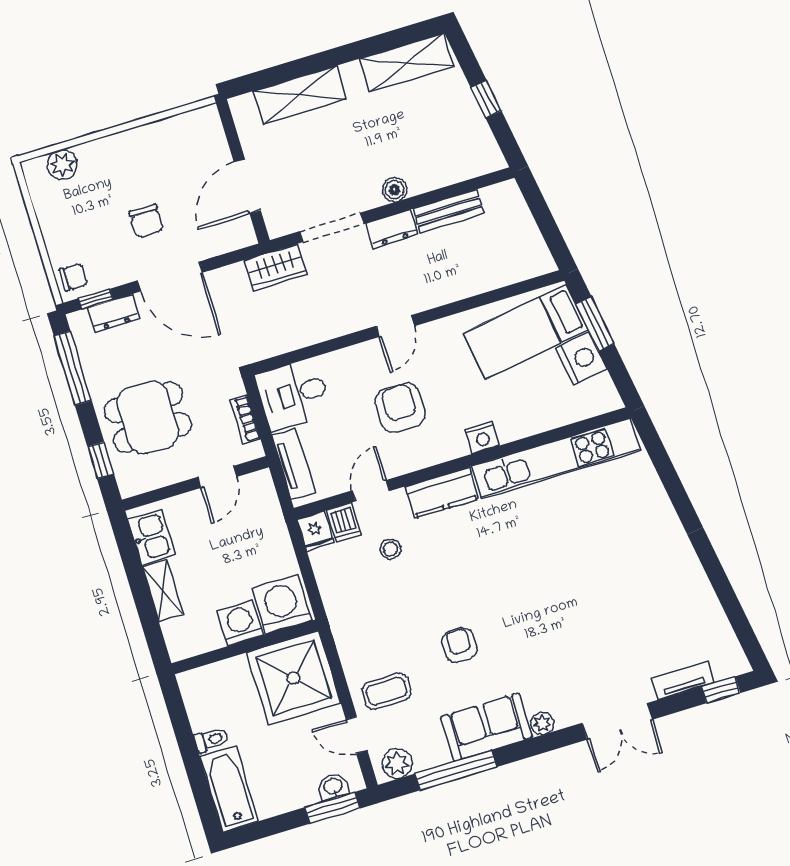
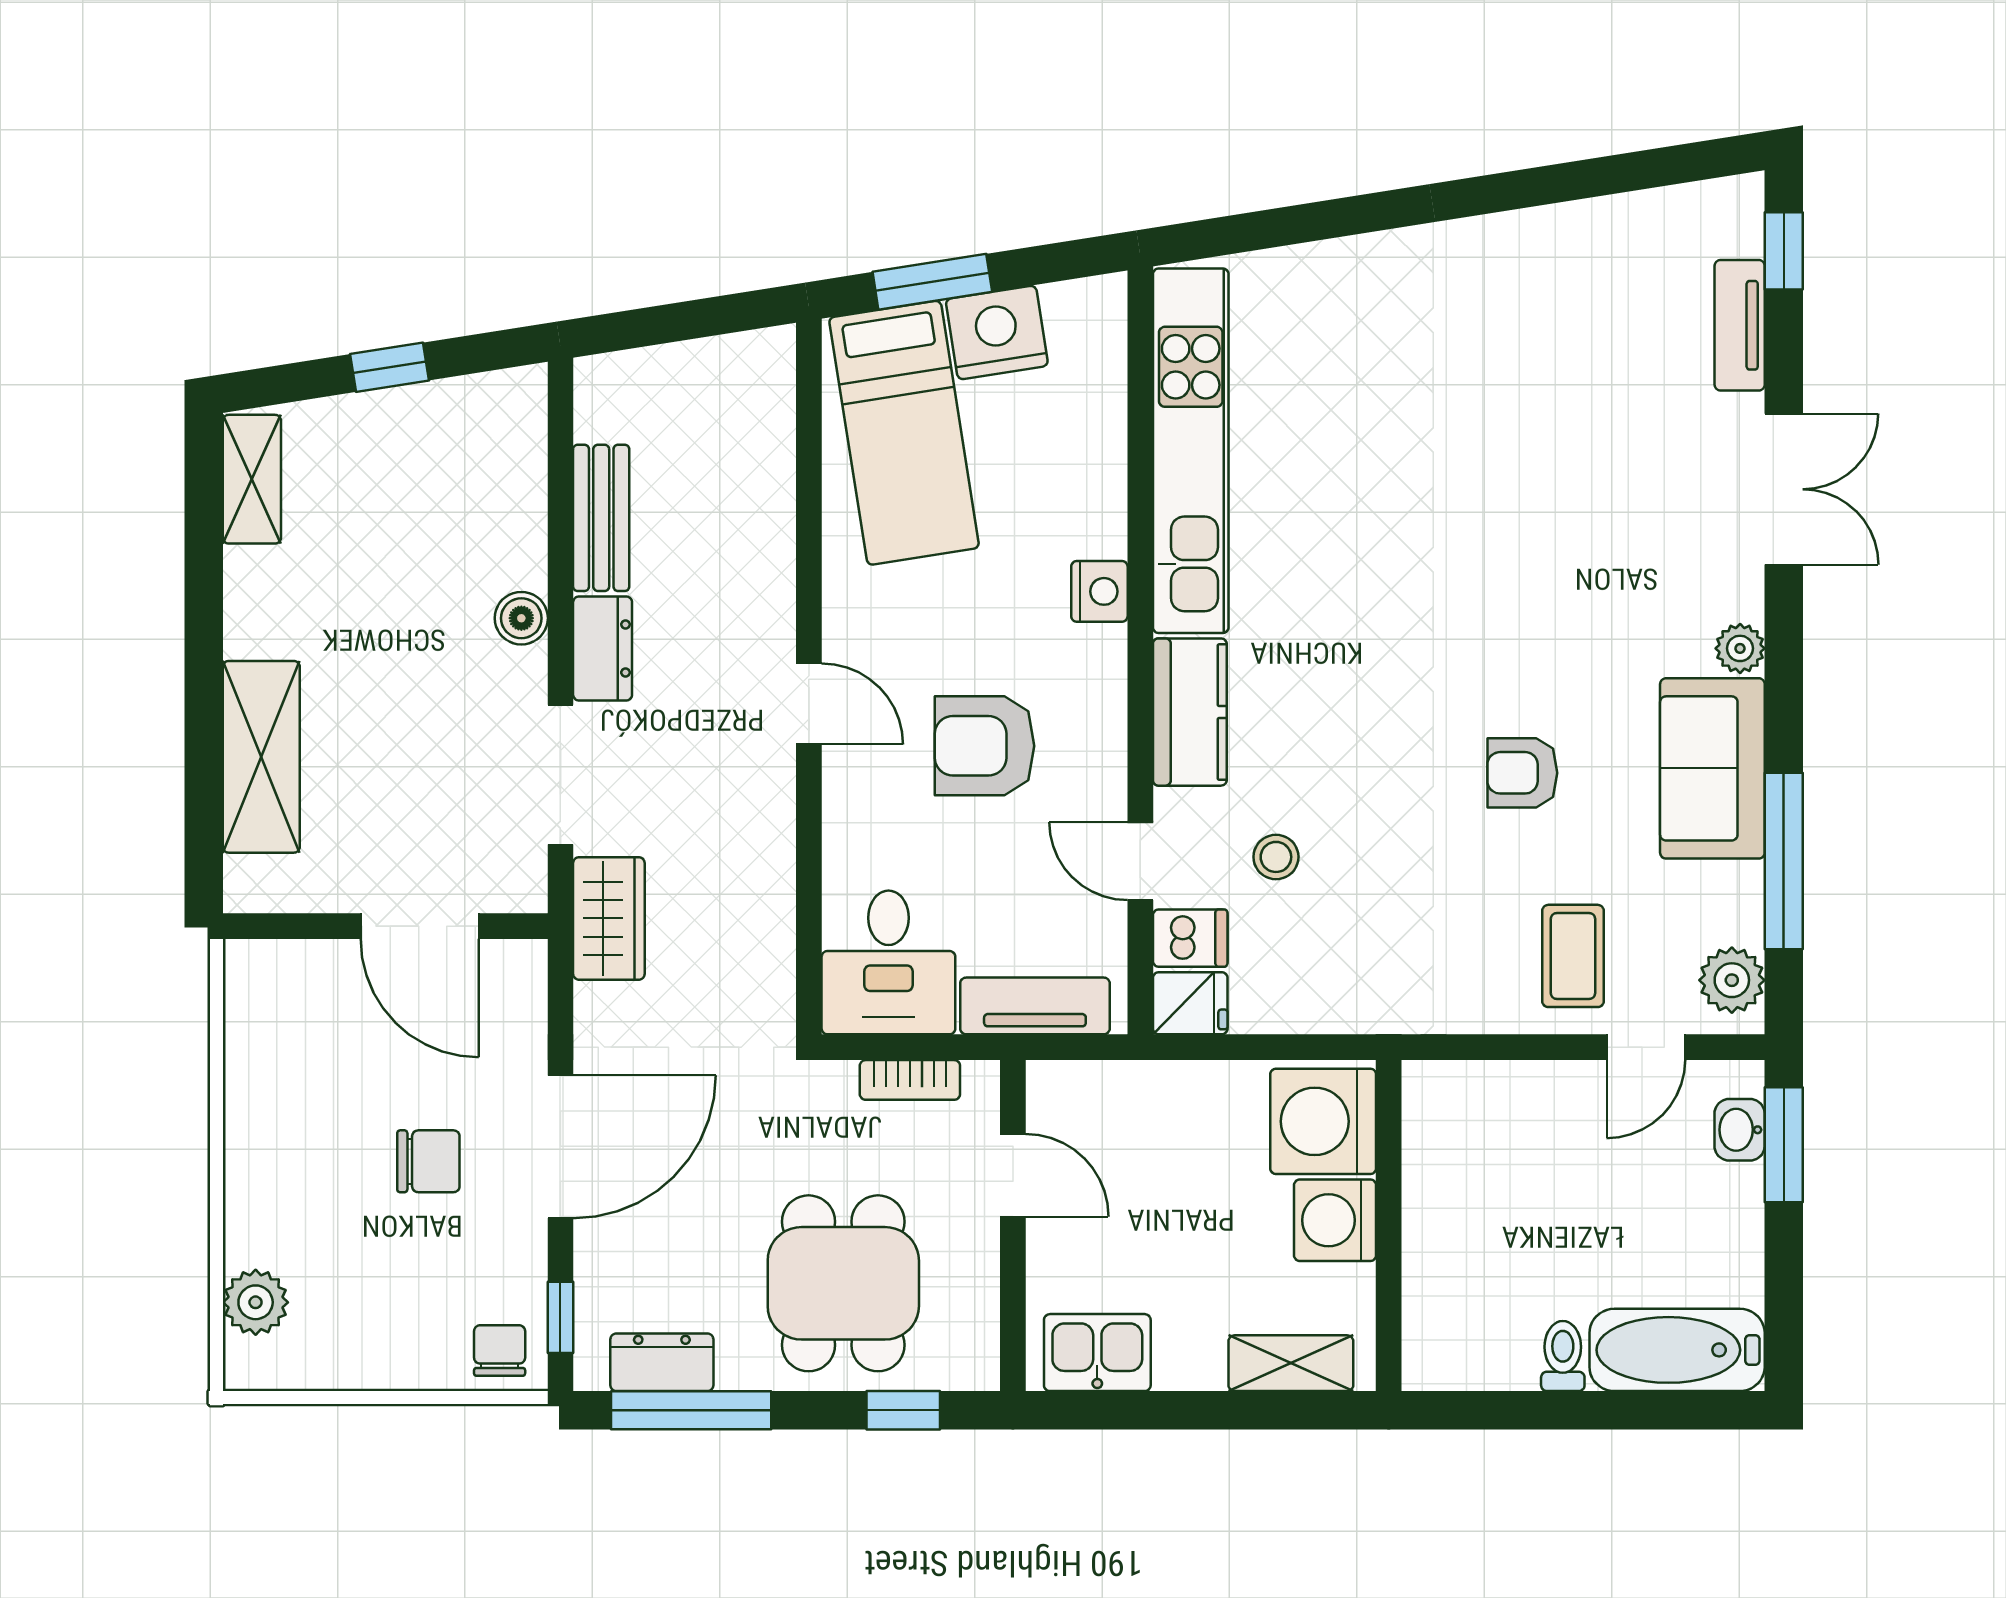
shelving: (407, 63) -> (252, 479), width x0.67, depth x0.75
dresser: (114, 313) -> (662, 1362), moved, turned -90
shelving: (163, 591) -> (1291, 1363), moved
shower: (294, 678) -> (1485, 1143), removed

